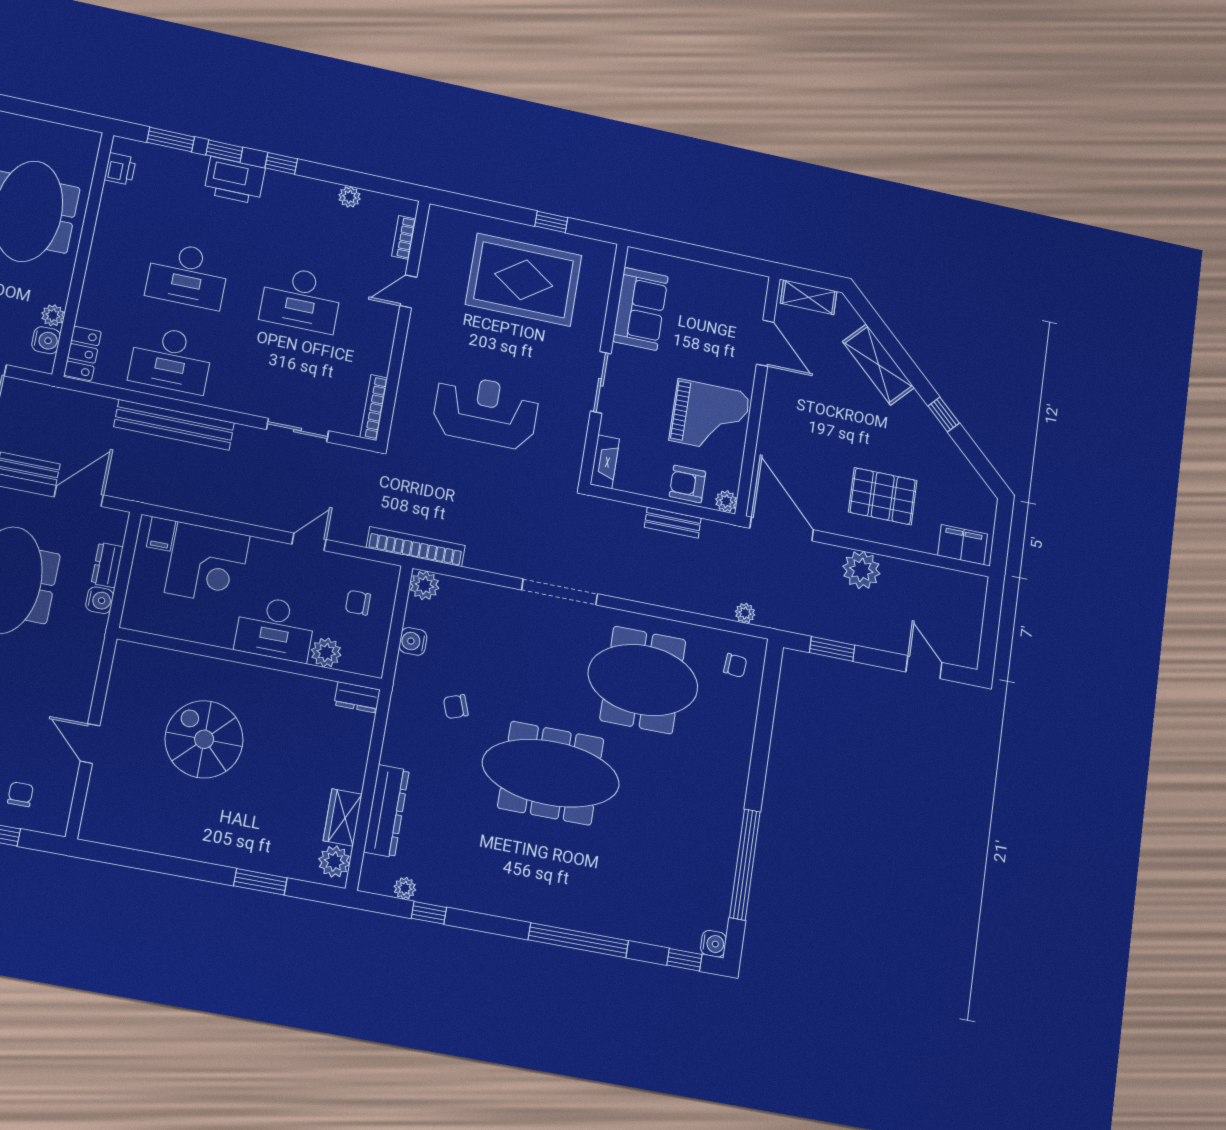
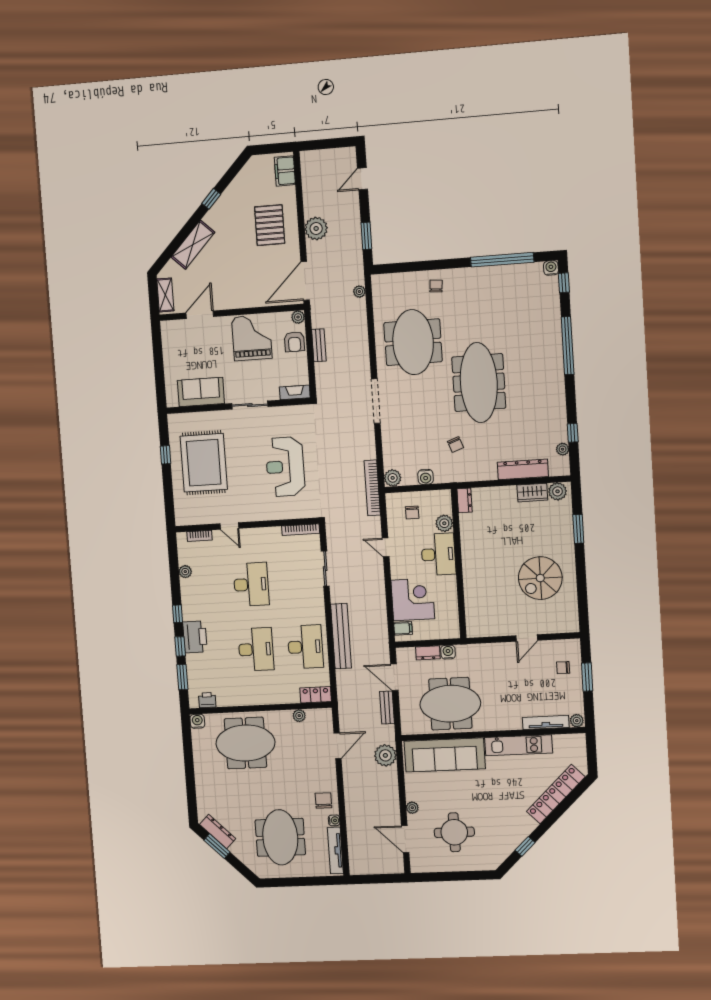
water cooler: (46, 340) -> (197, 721), moved
chair: (735, 665) -> (436, 286), moved
spiral stairs: (204, 739) -> (540, 578), moved

